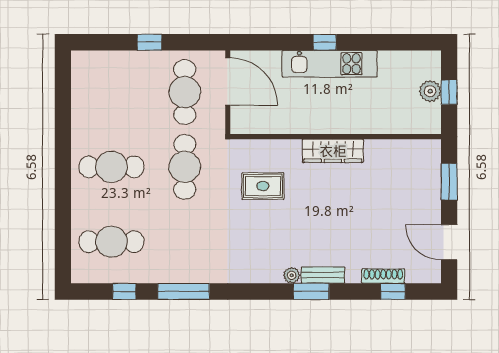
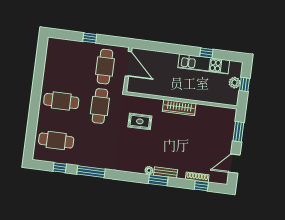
window: (325, 42) -> (206, 53), moved
kitchen unit: (330, 64) -> (204, 64), moved
door: (449, 242) -> (234, 164), hinge flipped

